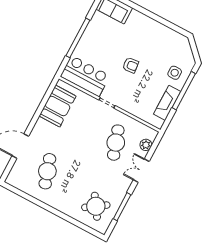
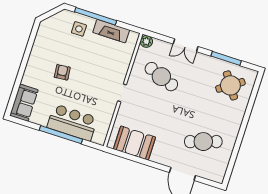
armchair: (131, 65) -> (62, 72), moved
bar counter: (85, 76) -> (72, 123), moved, turned 90
cafe table: (116, 143) -> (161, 77), turned 39
plant: (146, 145) -> (146, 41), moved

